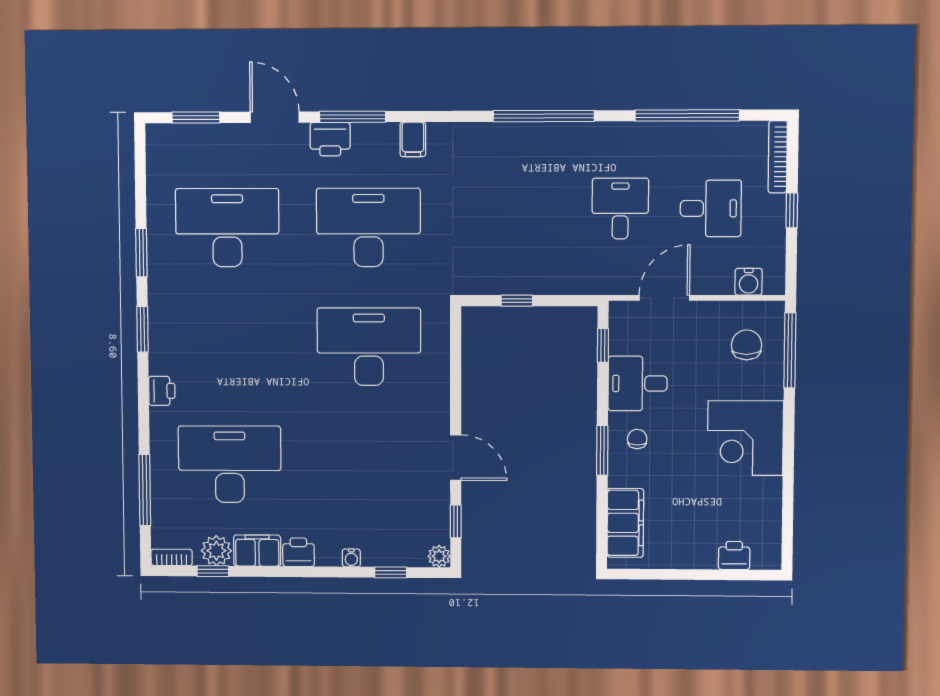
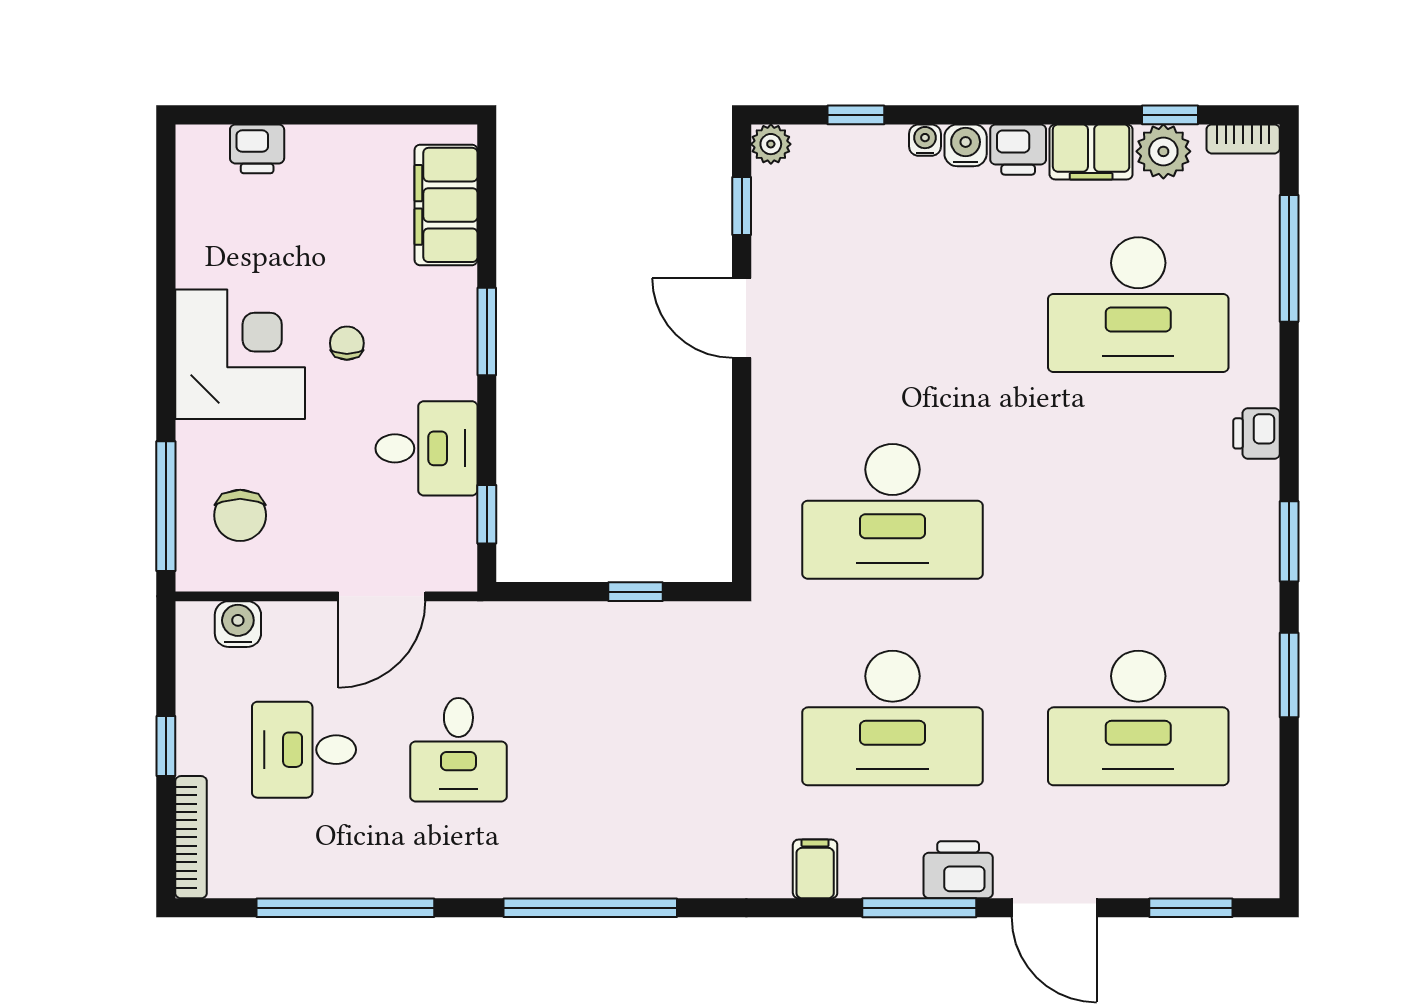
chair: (637, 439) -> (347, 343), moved, turned 180
water cooler: (328, 555) -> (966, 145), added

